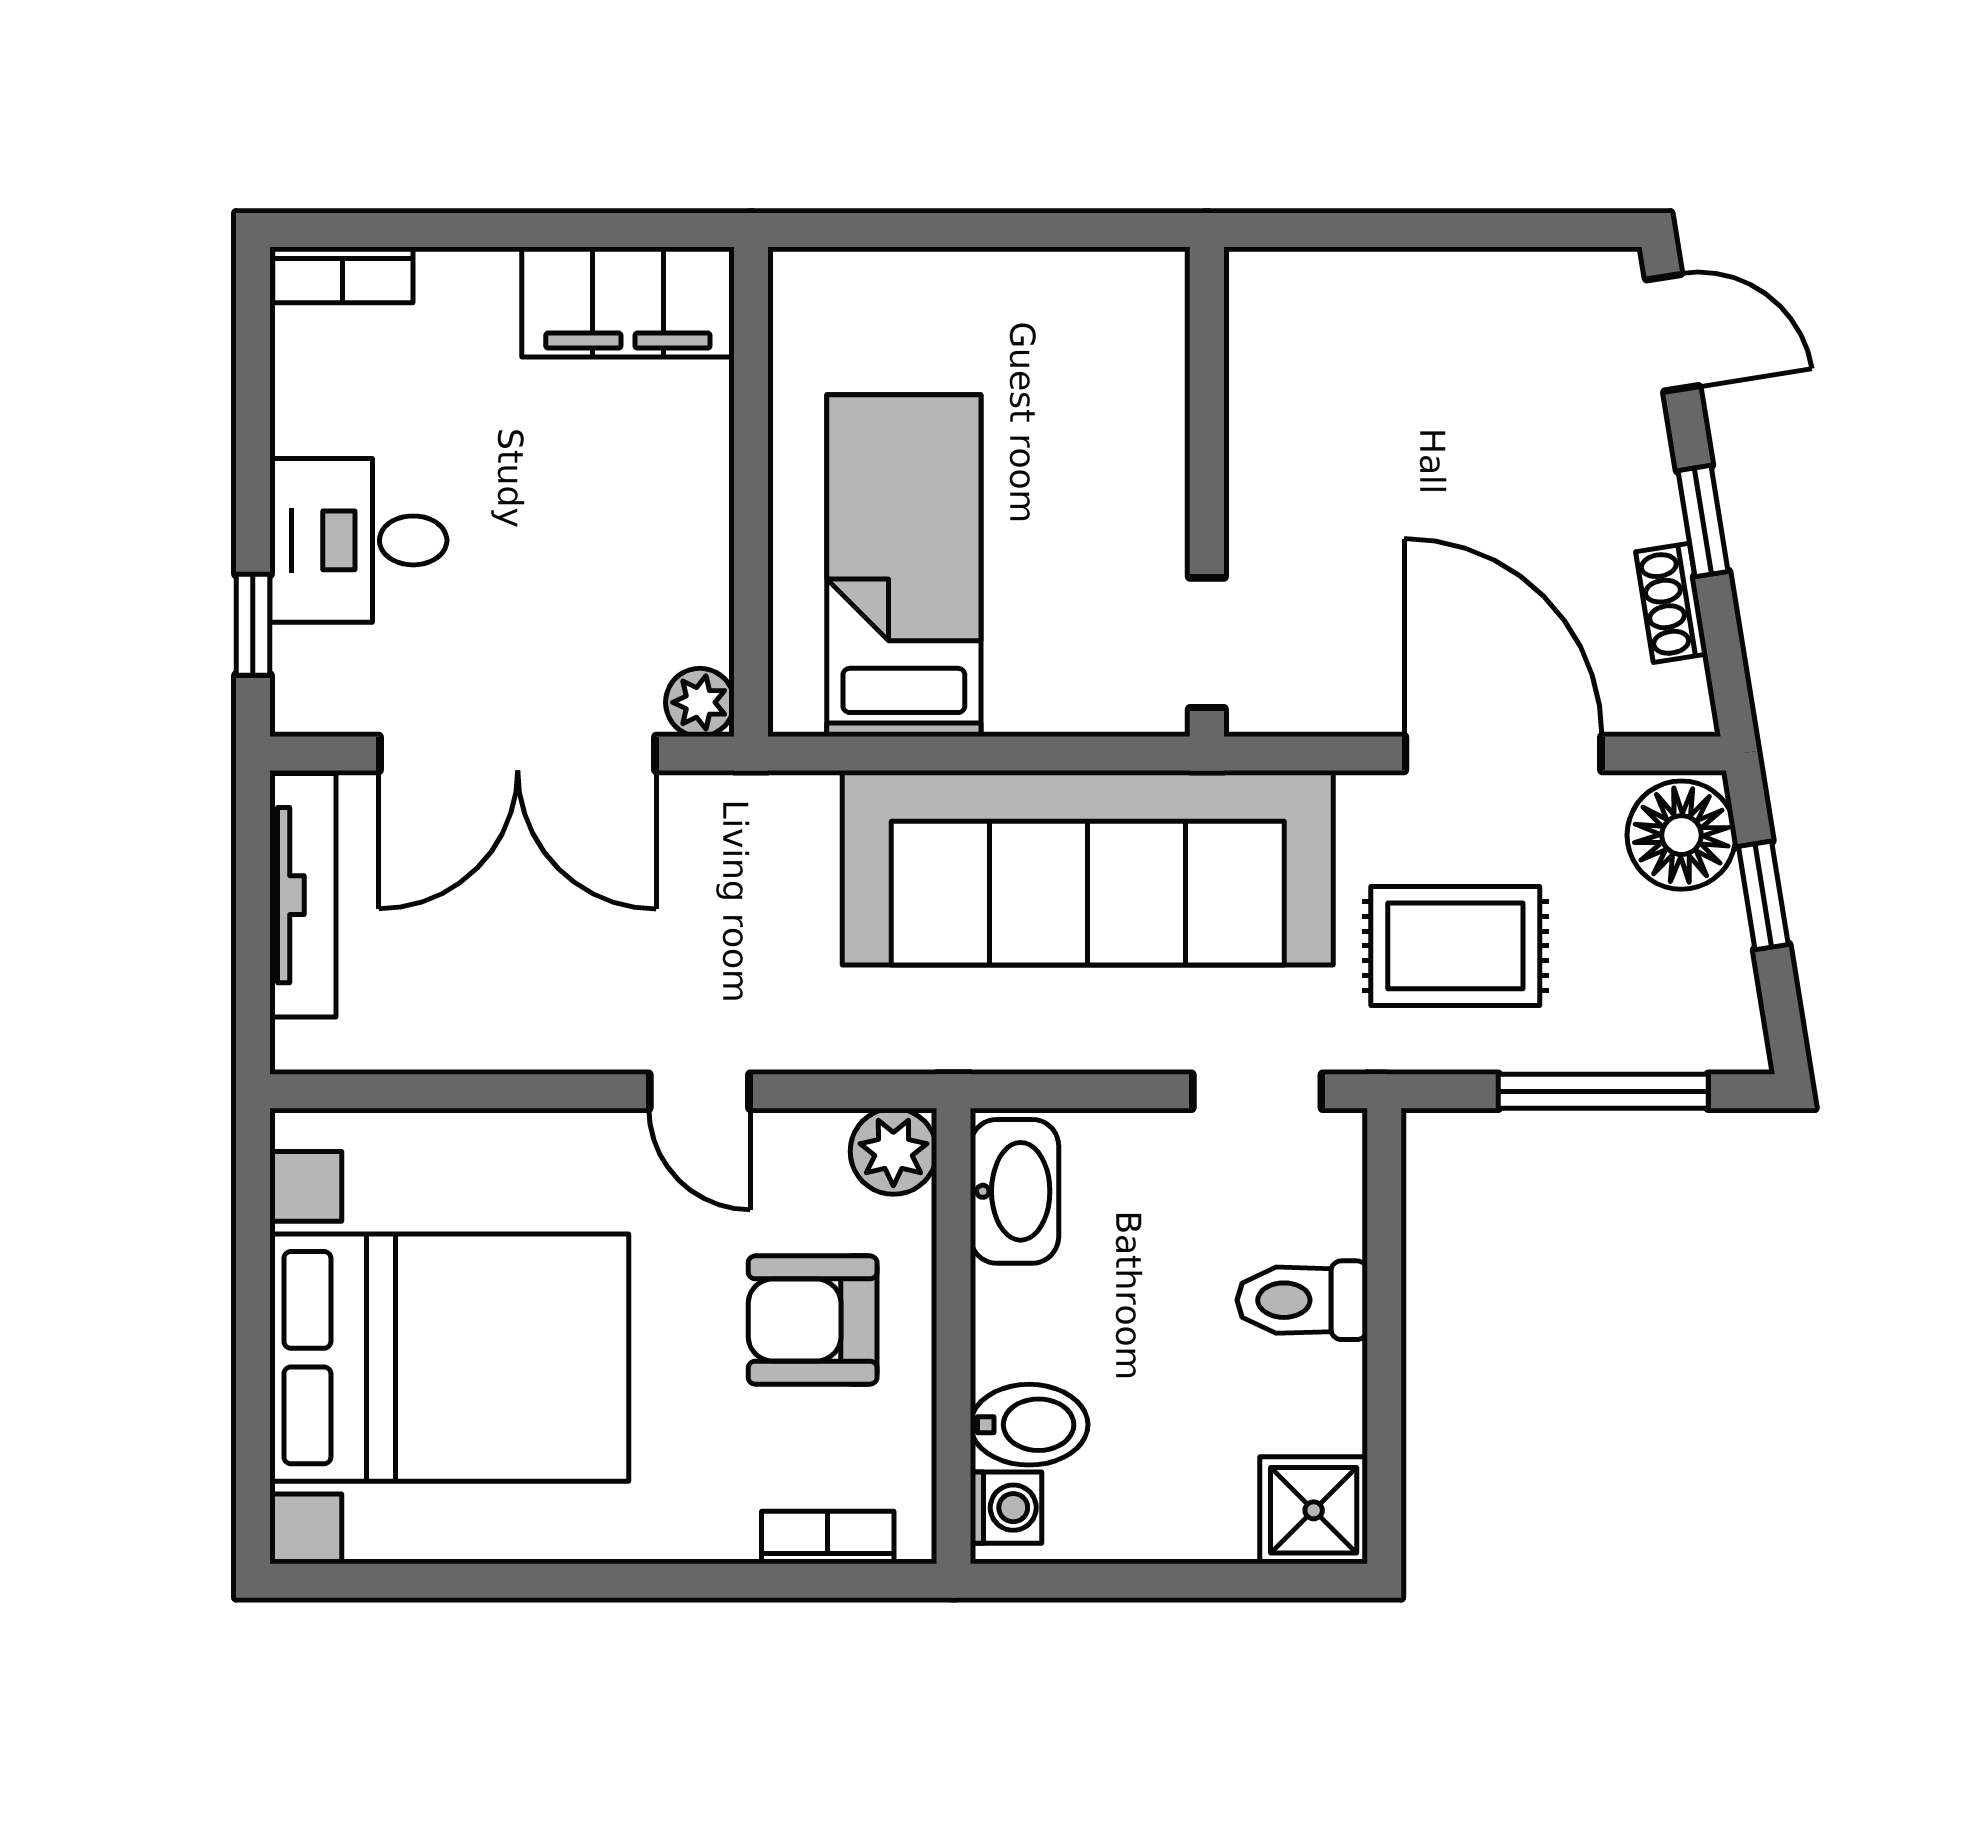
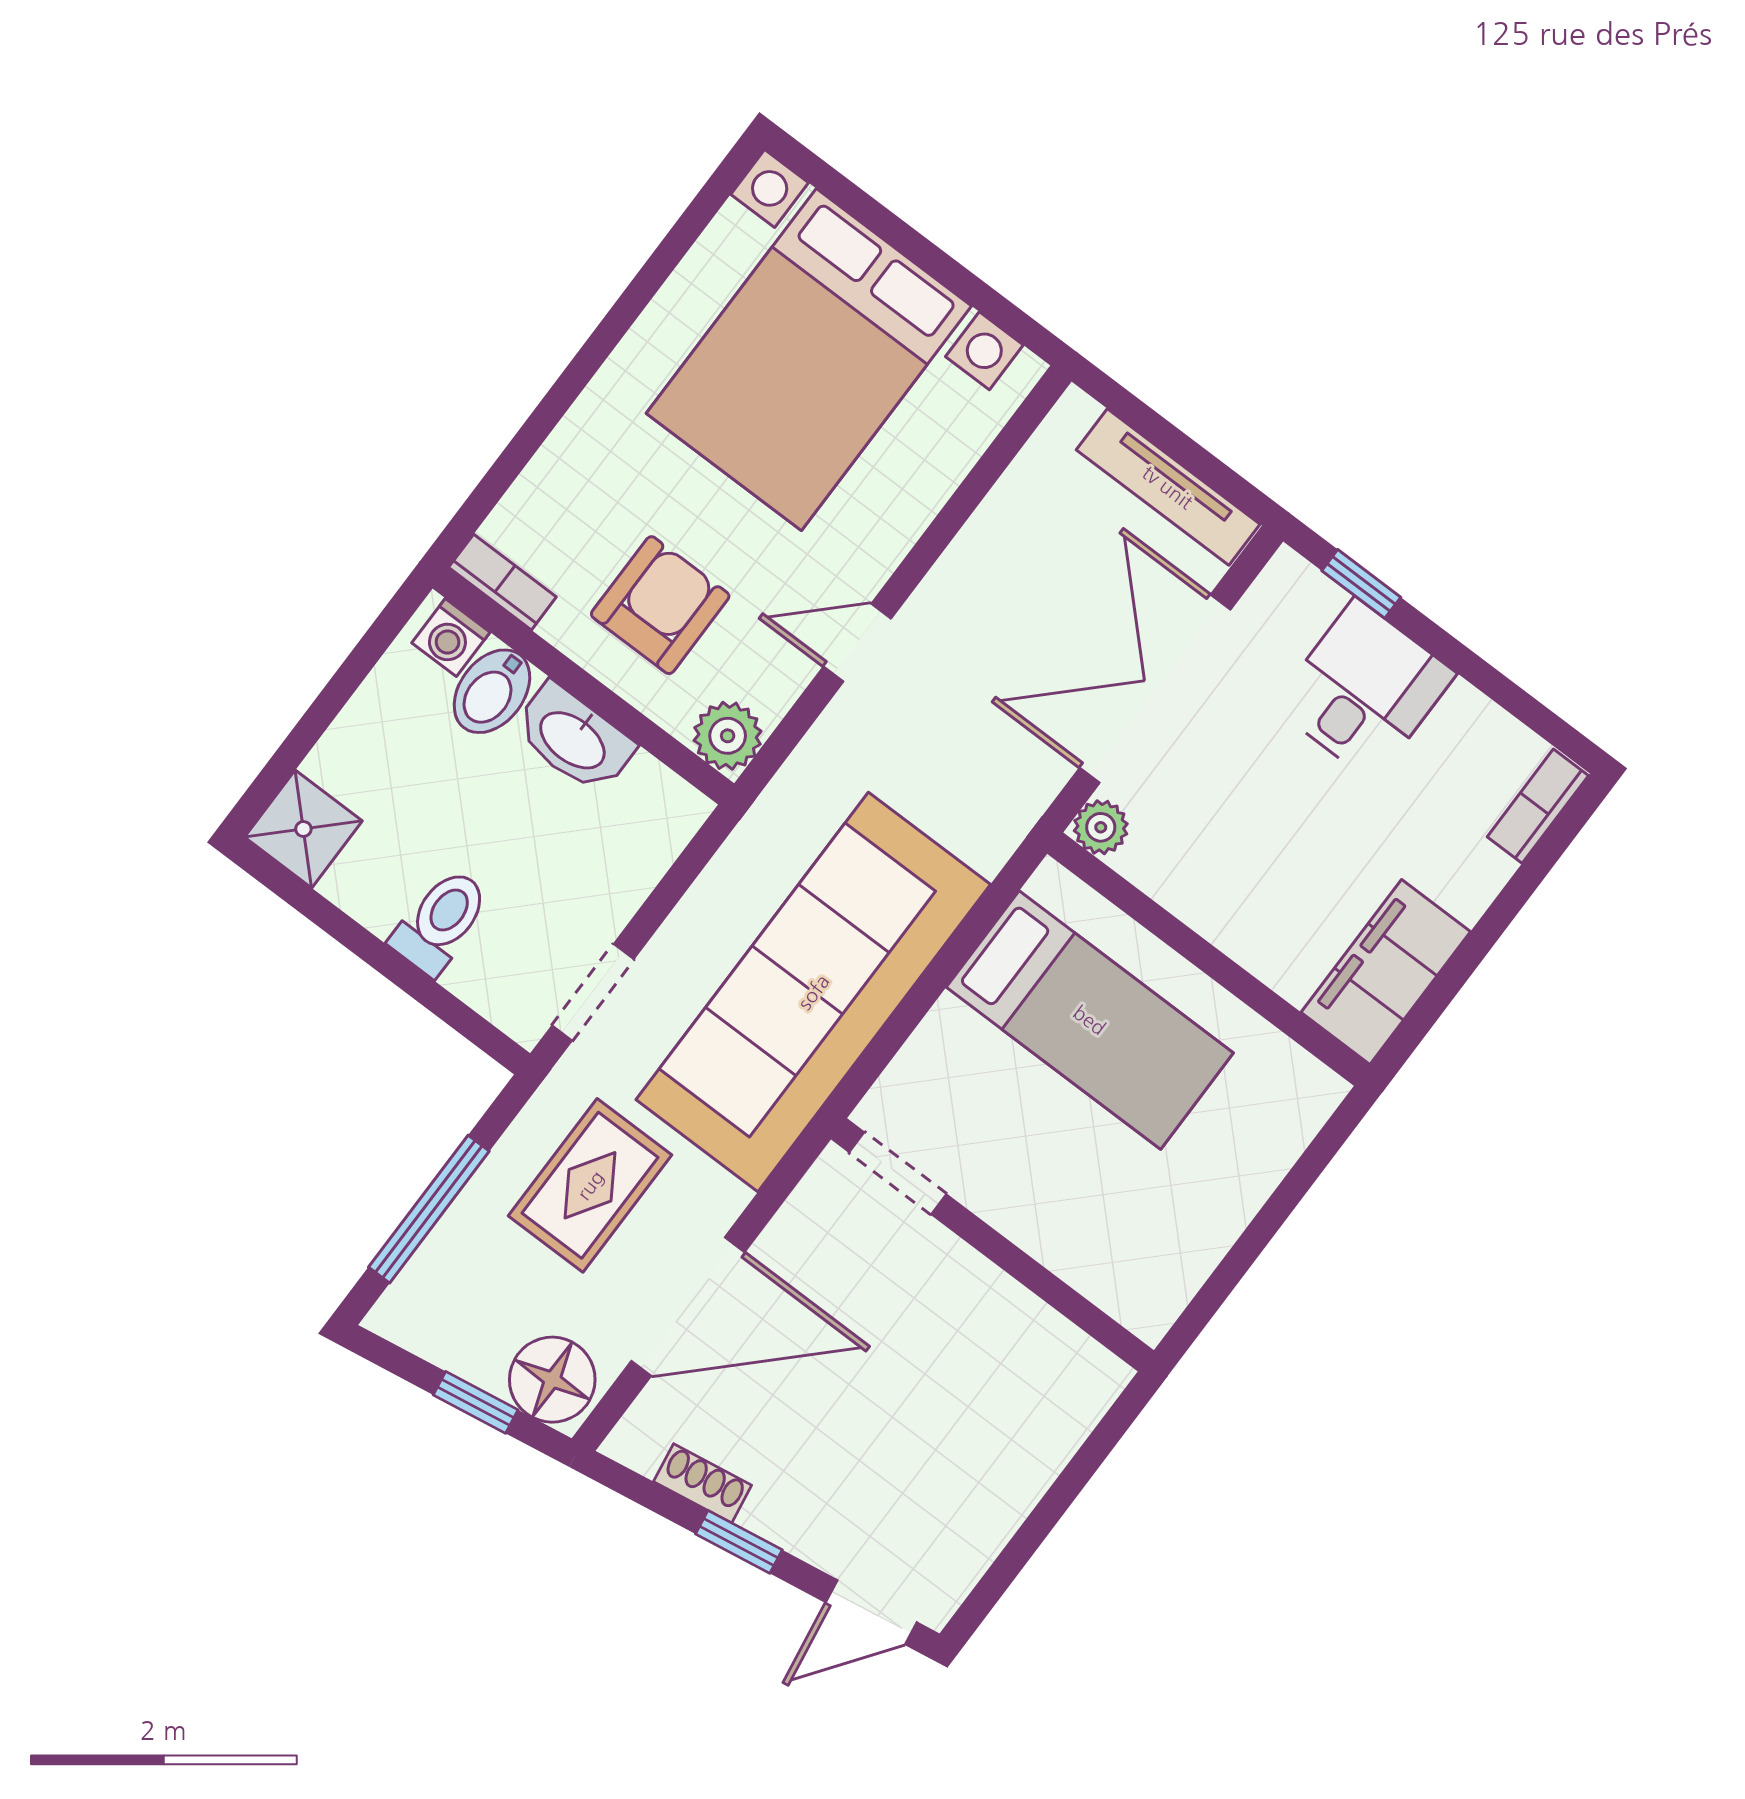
washbasin: (1015, 1191) -> (574, 739), moved
bookcase: (828, 1537) -> (502, 582), moved, turned -90

